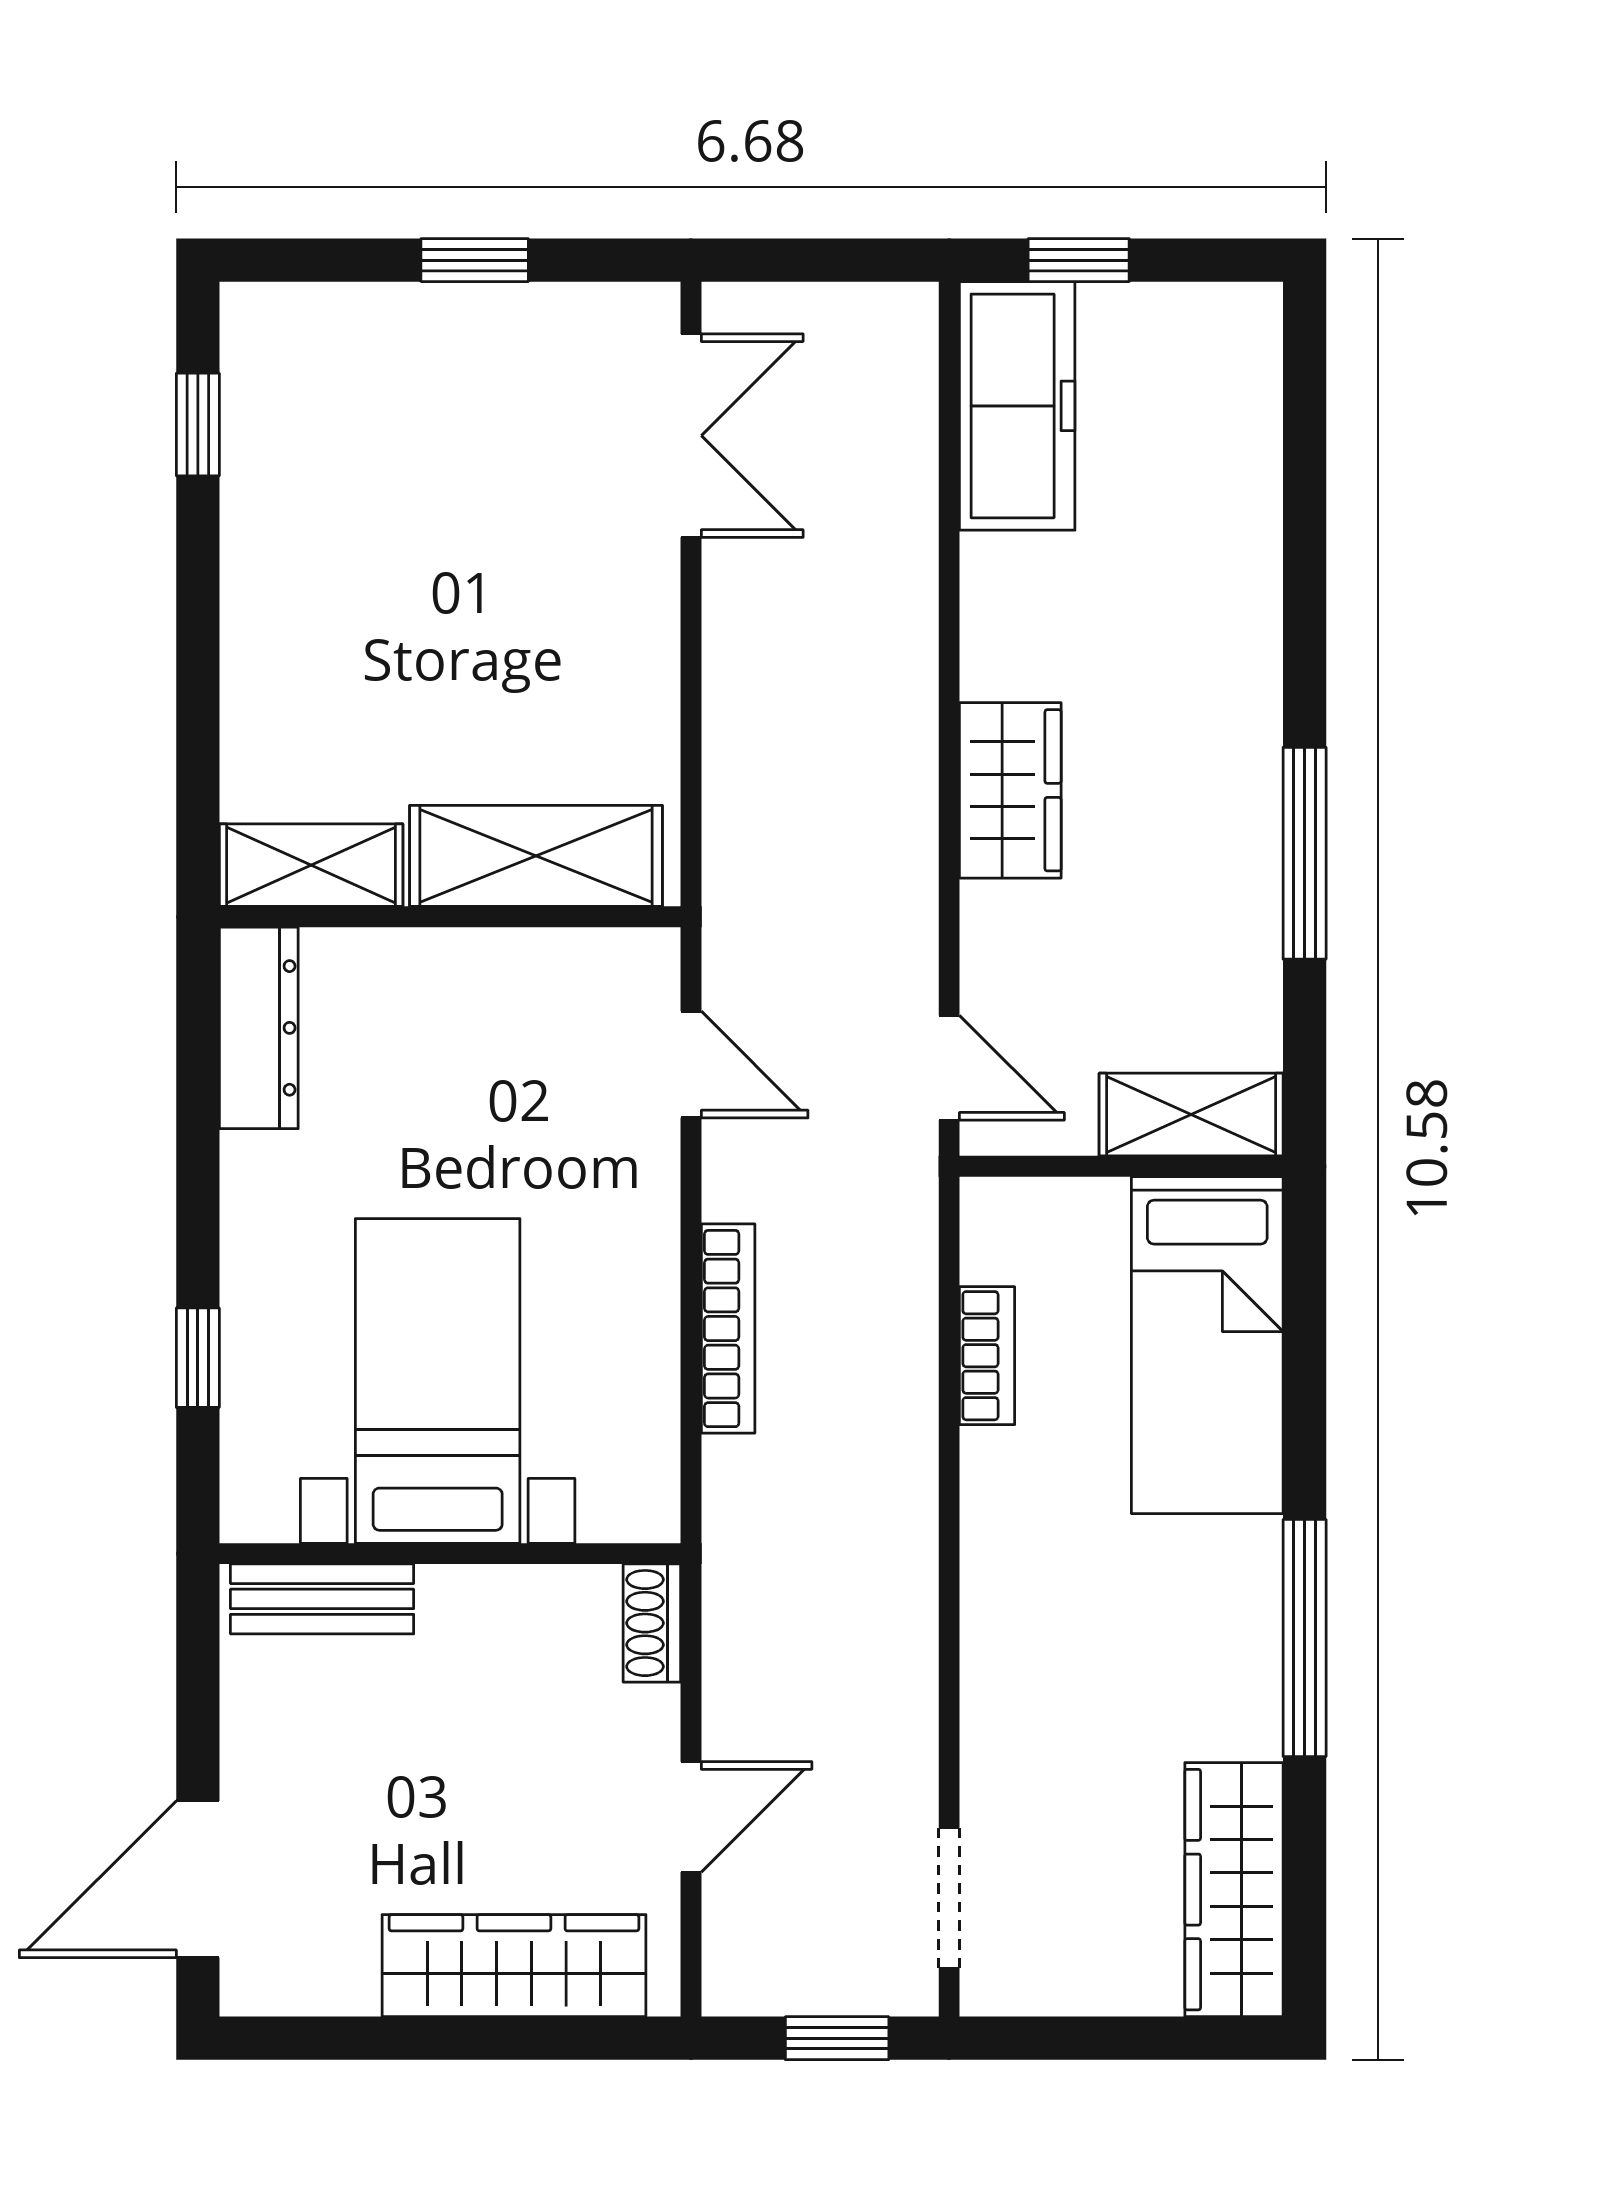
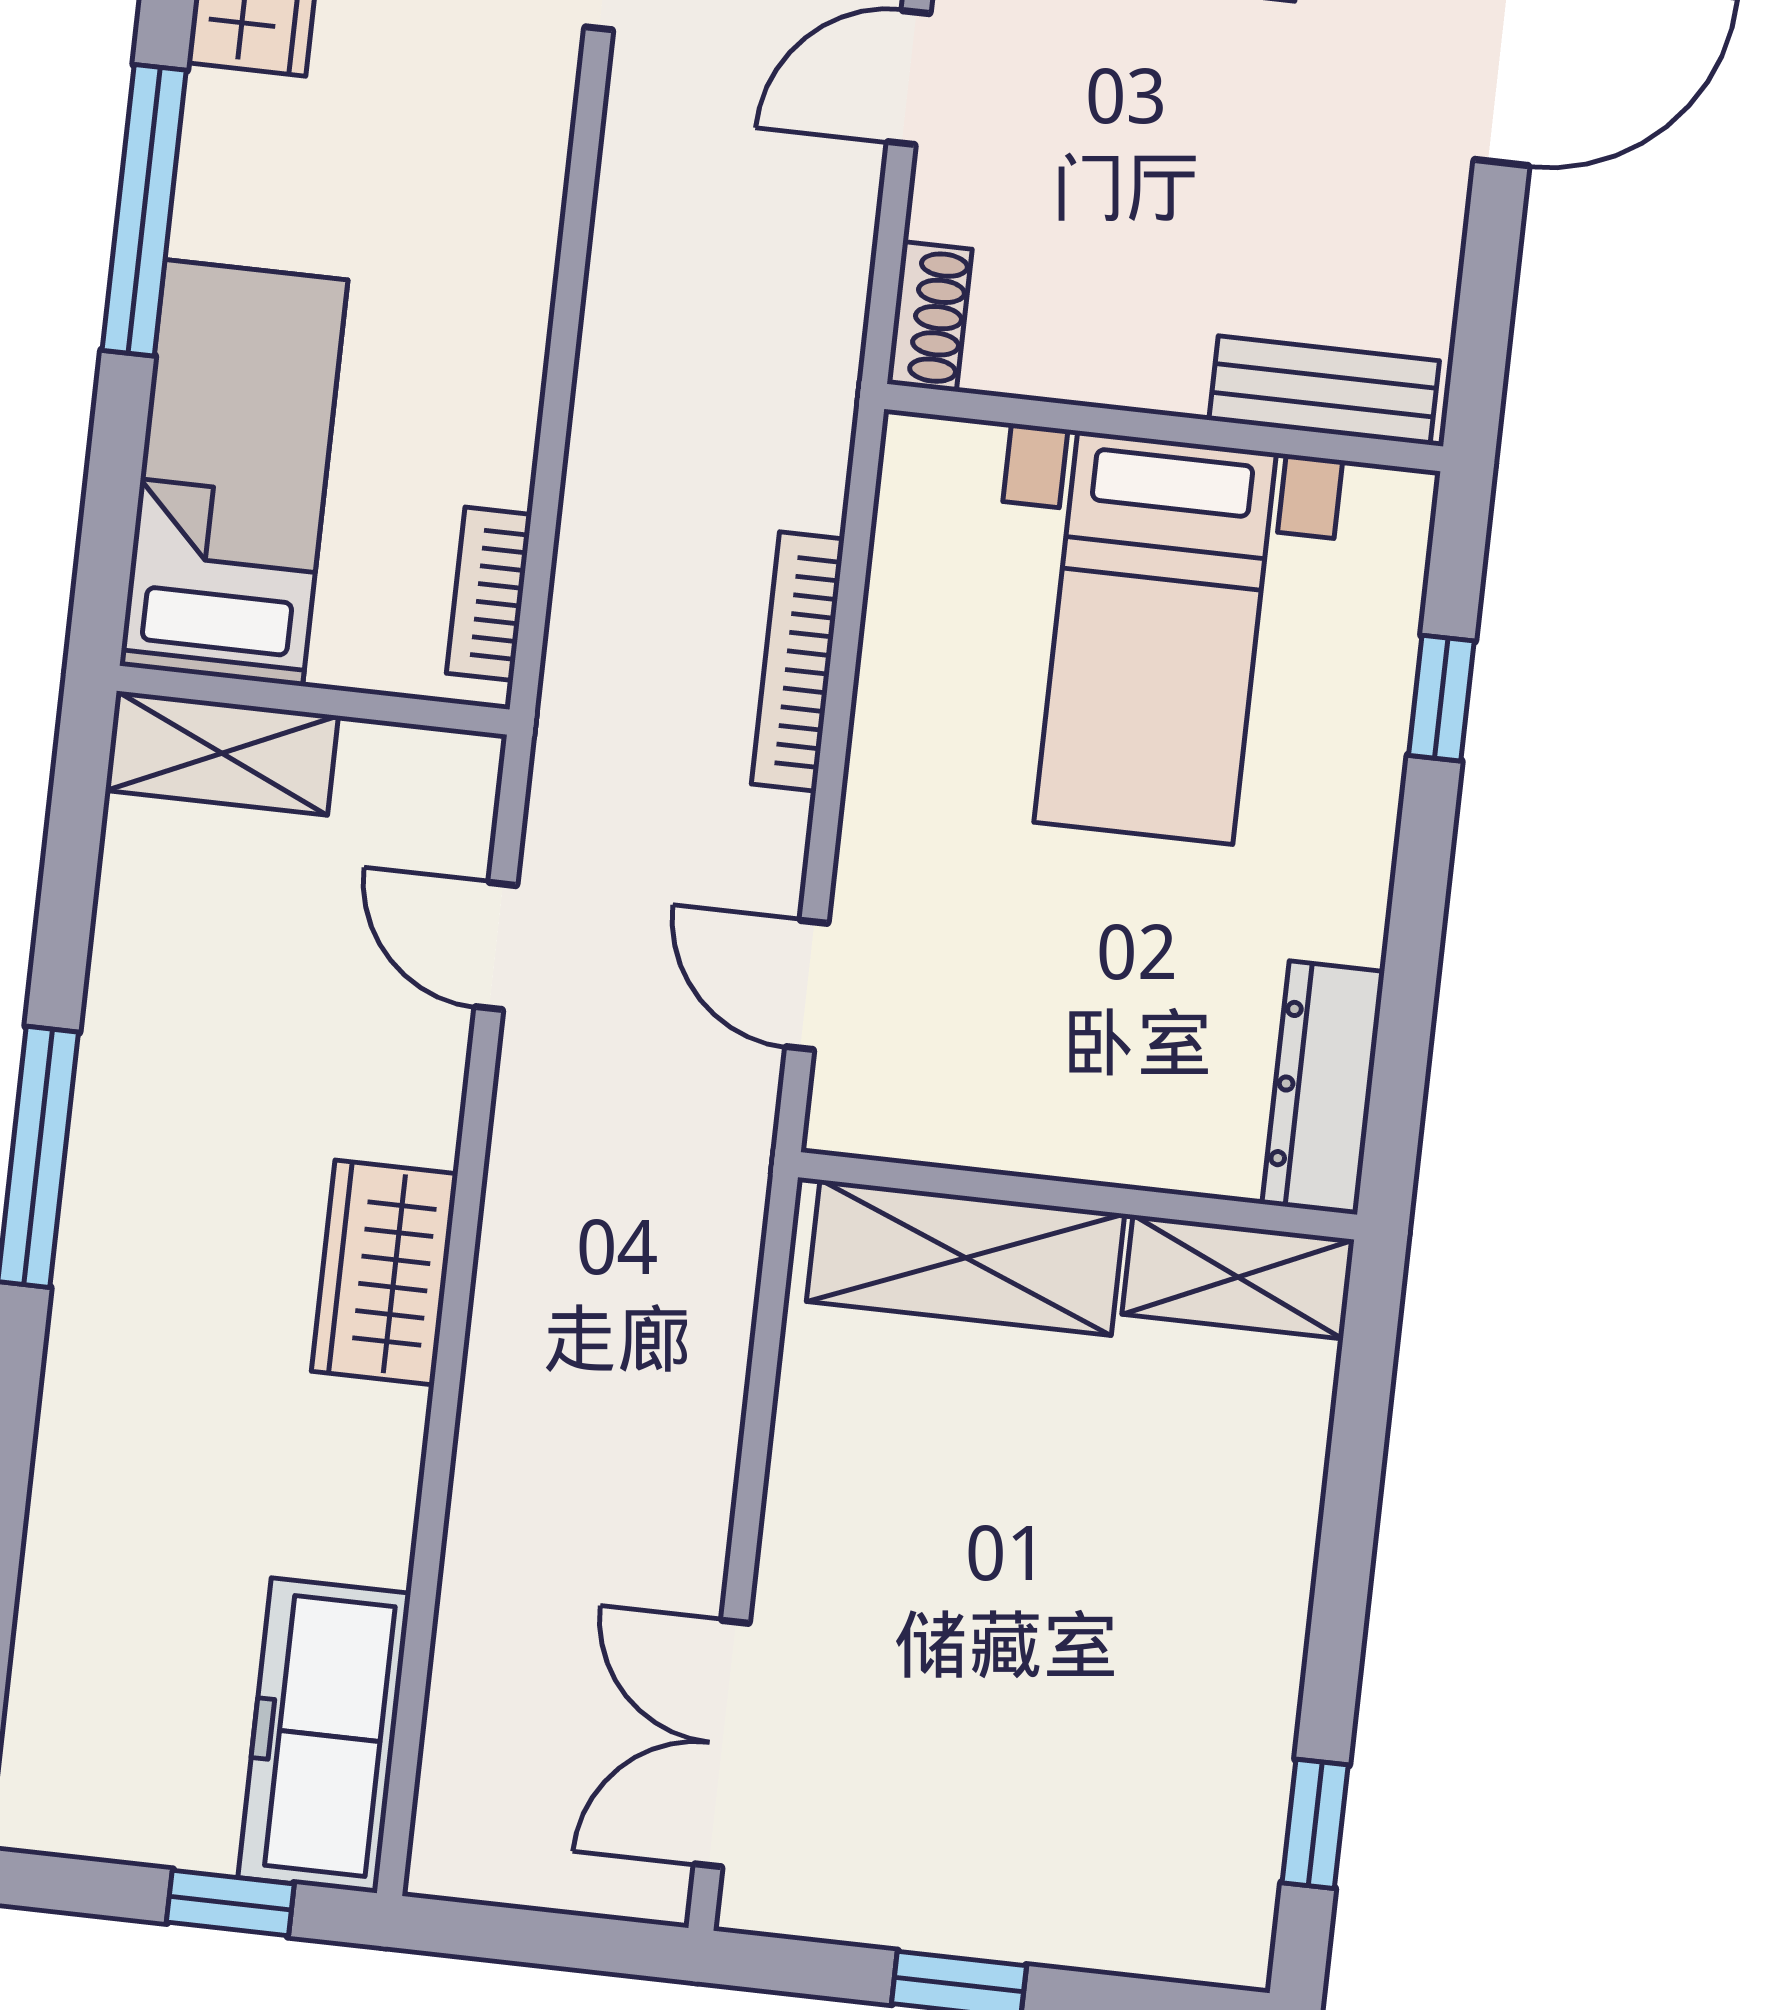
shelving: (1191, 1115) -> (222, 753), moved
wall: (1121, 1166) -> (313, 700), moved
bed: (1207, 1345) -> (234, 473), moved

